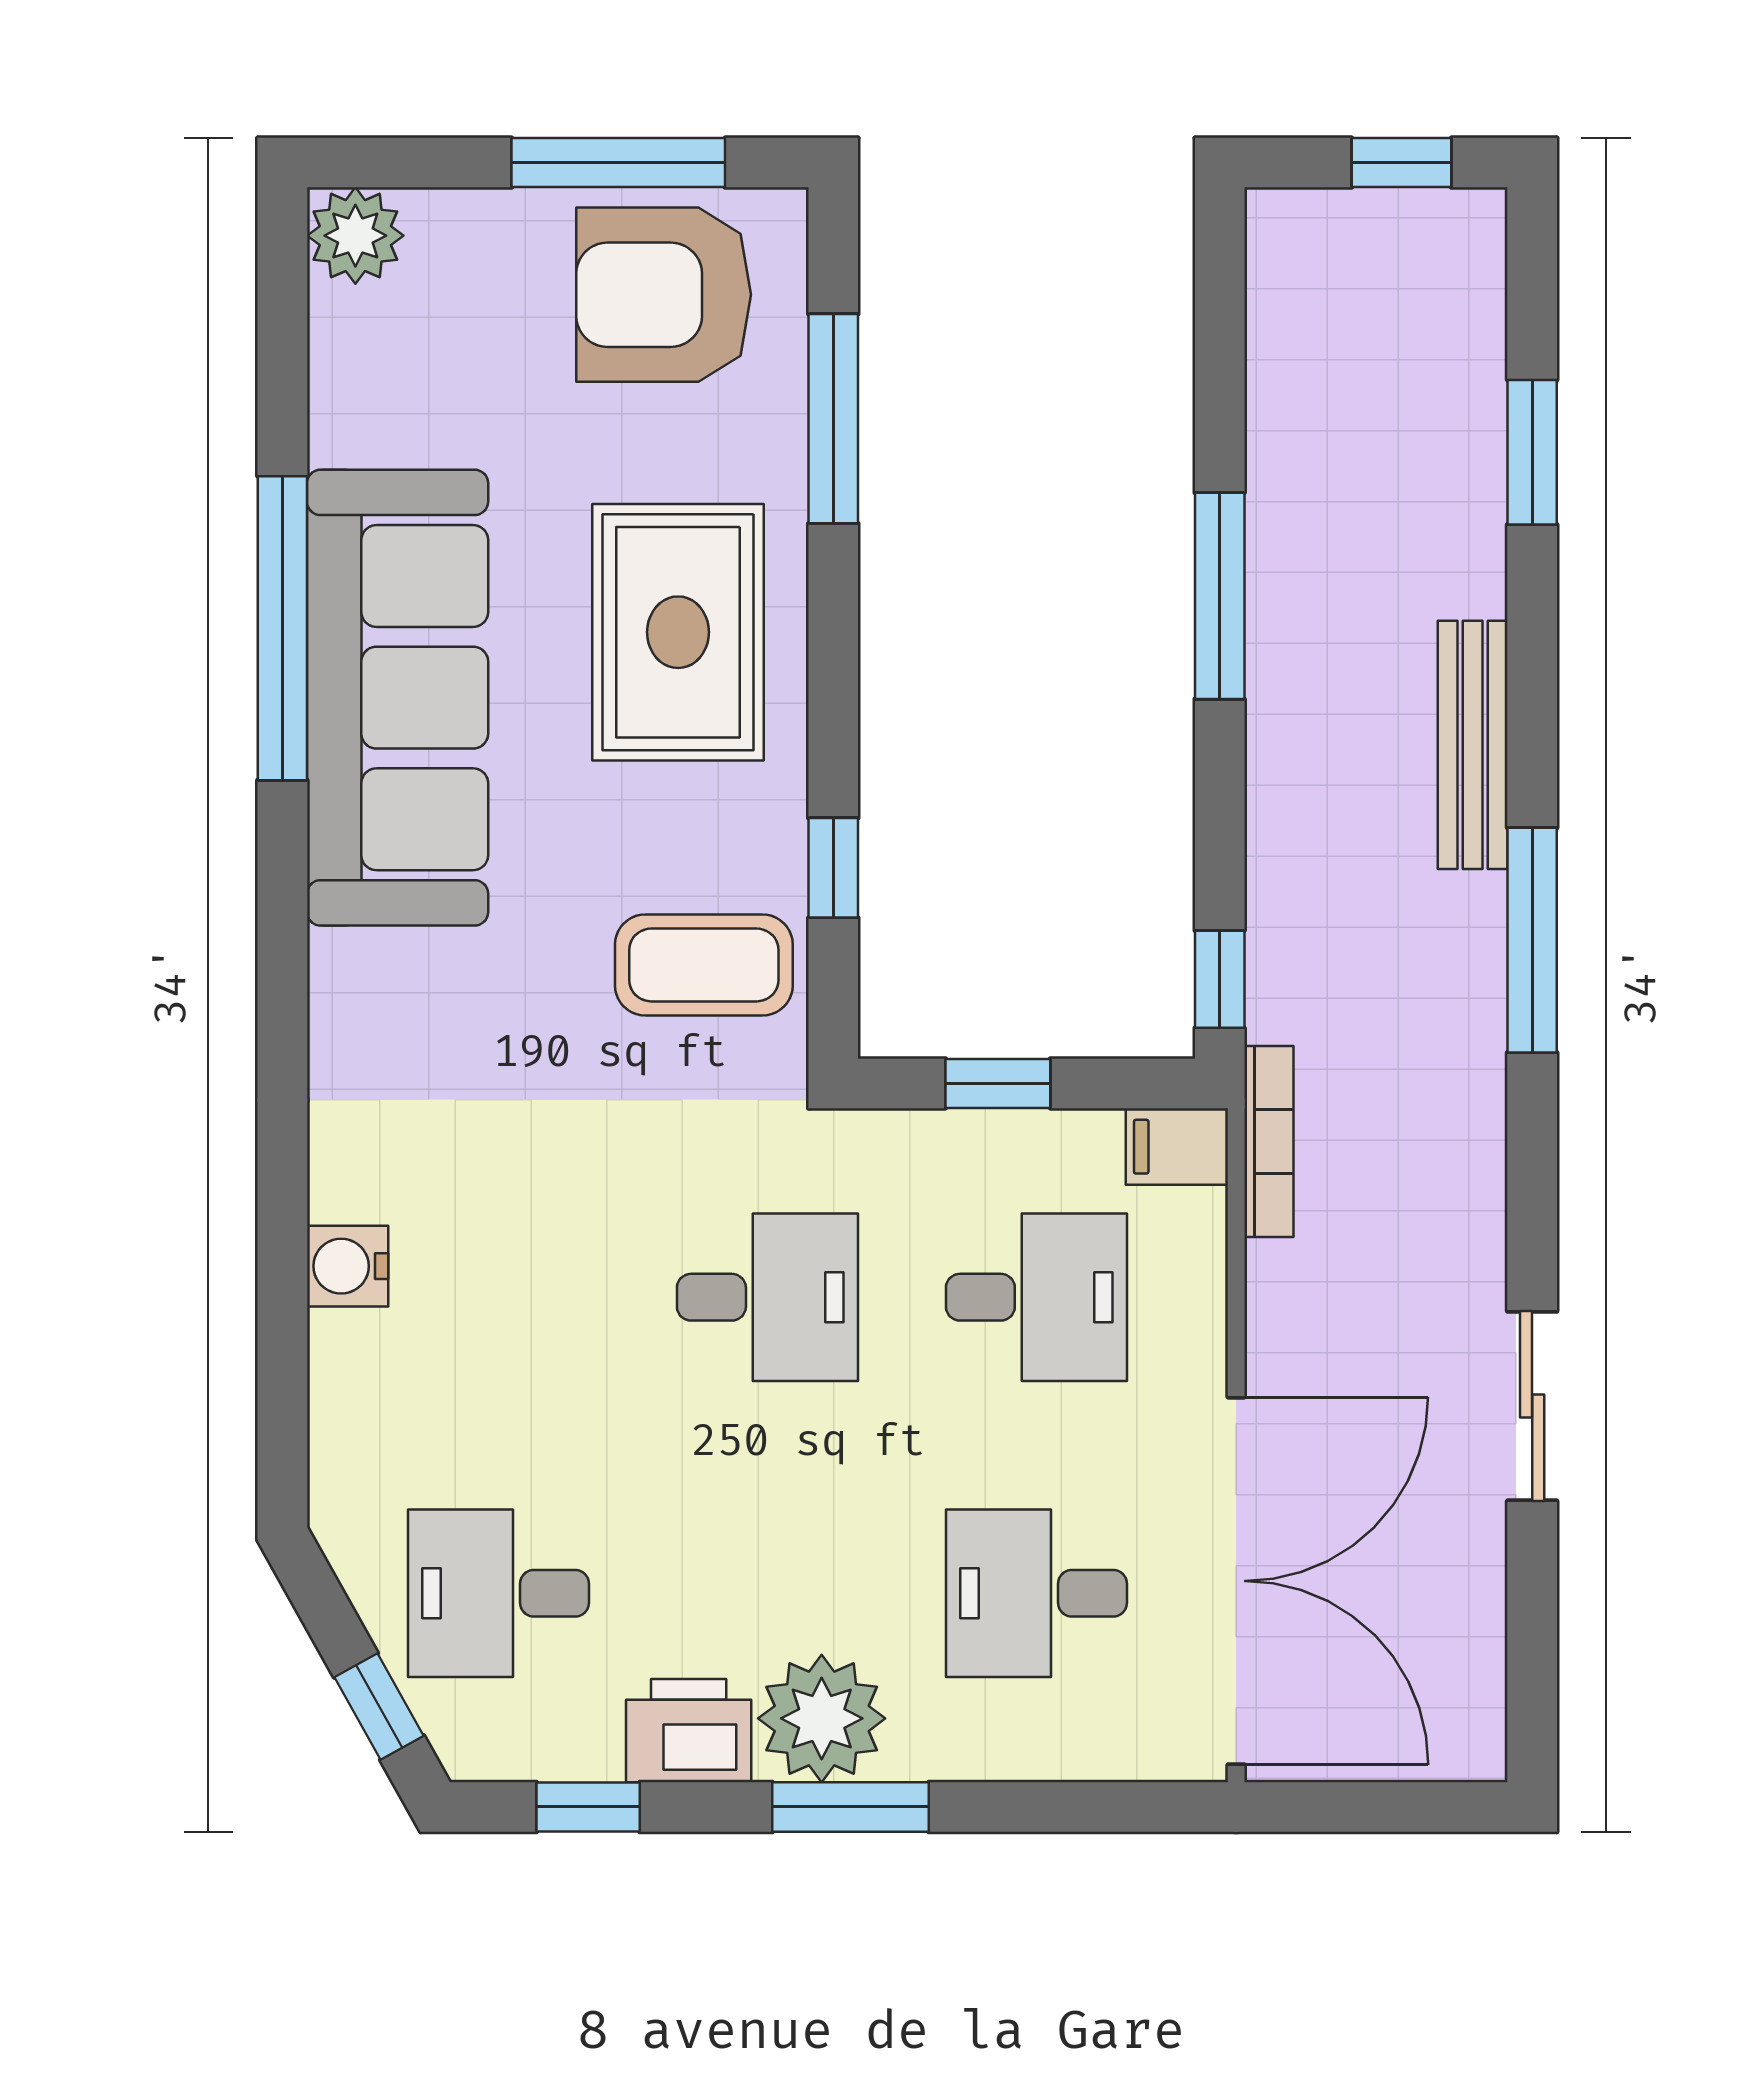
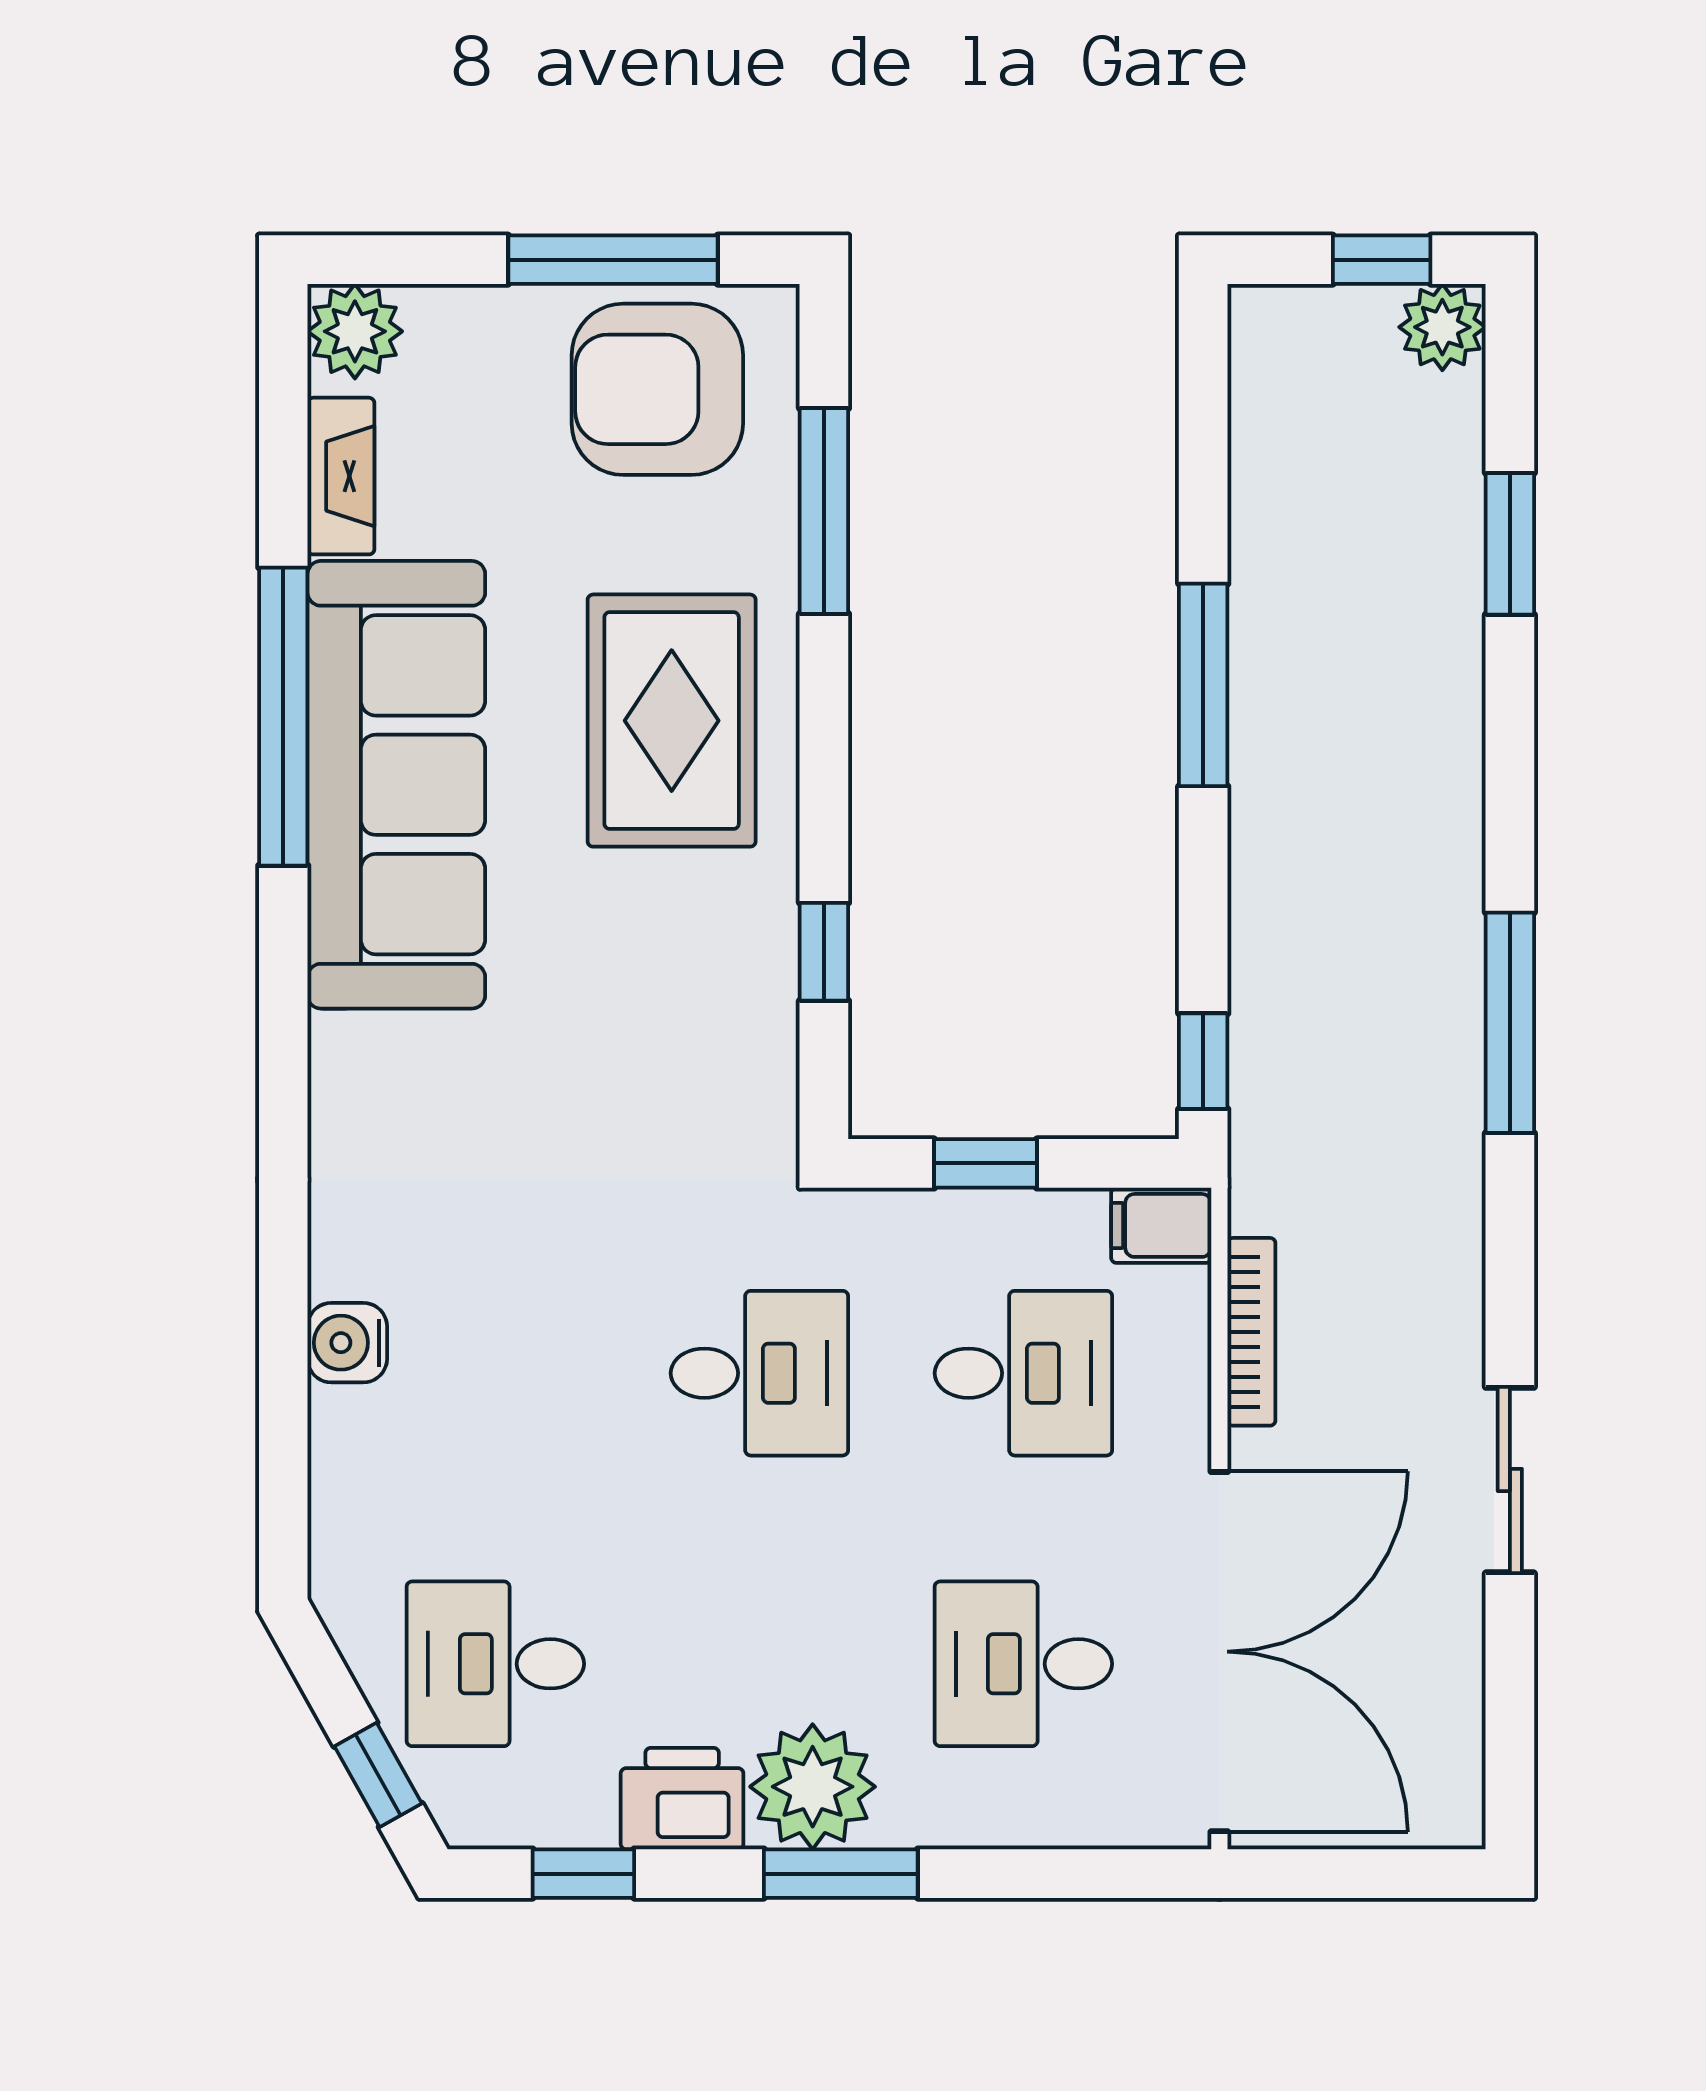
plant: (1463, 231) -> (1442, 327), added
fireplace: (341, 383) -> (341, 476), added
bench: (1473, 745) -> (1451, 831), removed
coffee table: (704, 965) -> (697, 1047), removed
bookcase: (1269, 1141) -> (1251, 1332), moved

